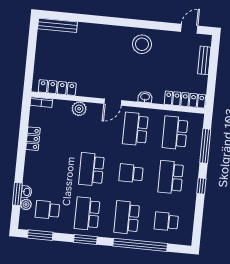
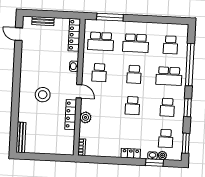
stool: (142, 44) -> (43, 95), moved
locker: (57, 88) -> (71, 115), moved
school desk: (135, 129) -> (99, 73), width x0.54
locker: (33, 139) -> (131, 153), moved
school desk: (91, 169) -> (132, 106), width x0.54
window: (201, 186) -> (141, 19), removed
school desk: (87, 214) -> (167, 107), width x0.54

